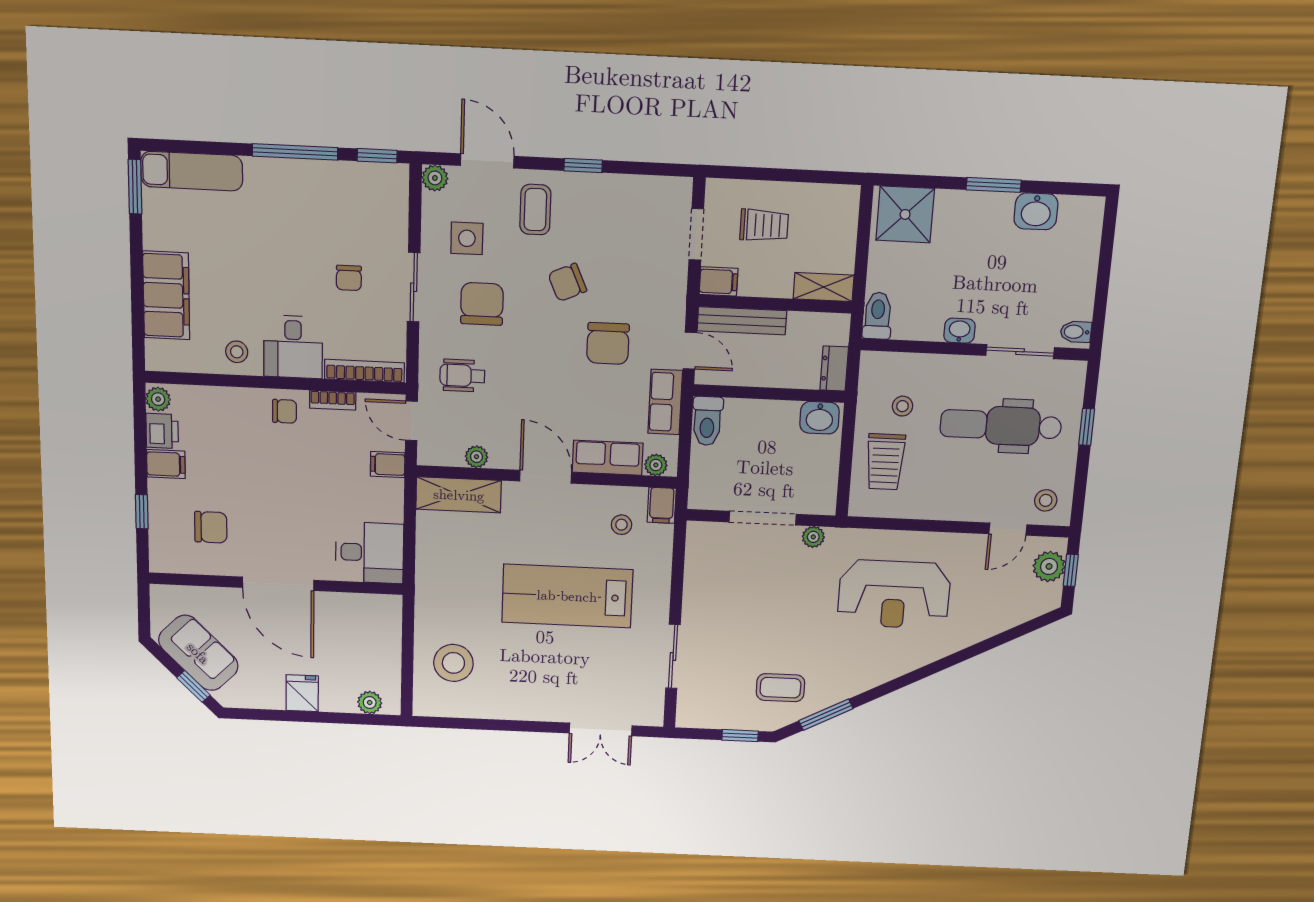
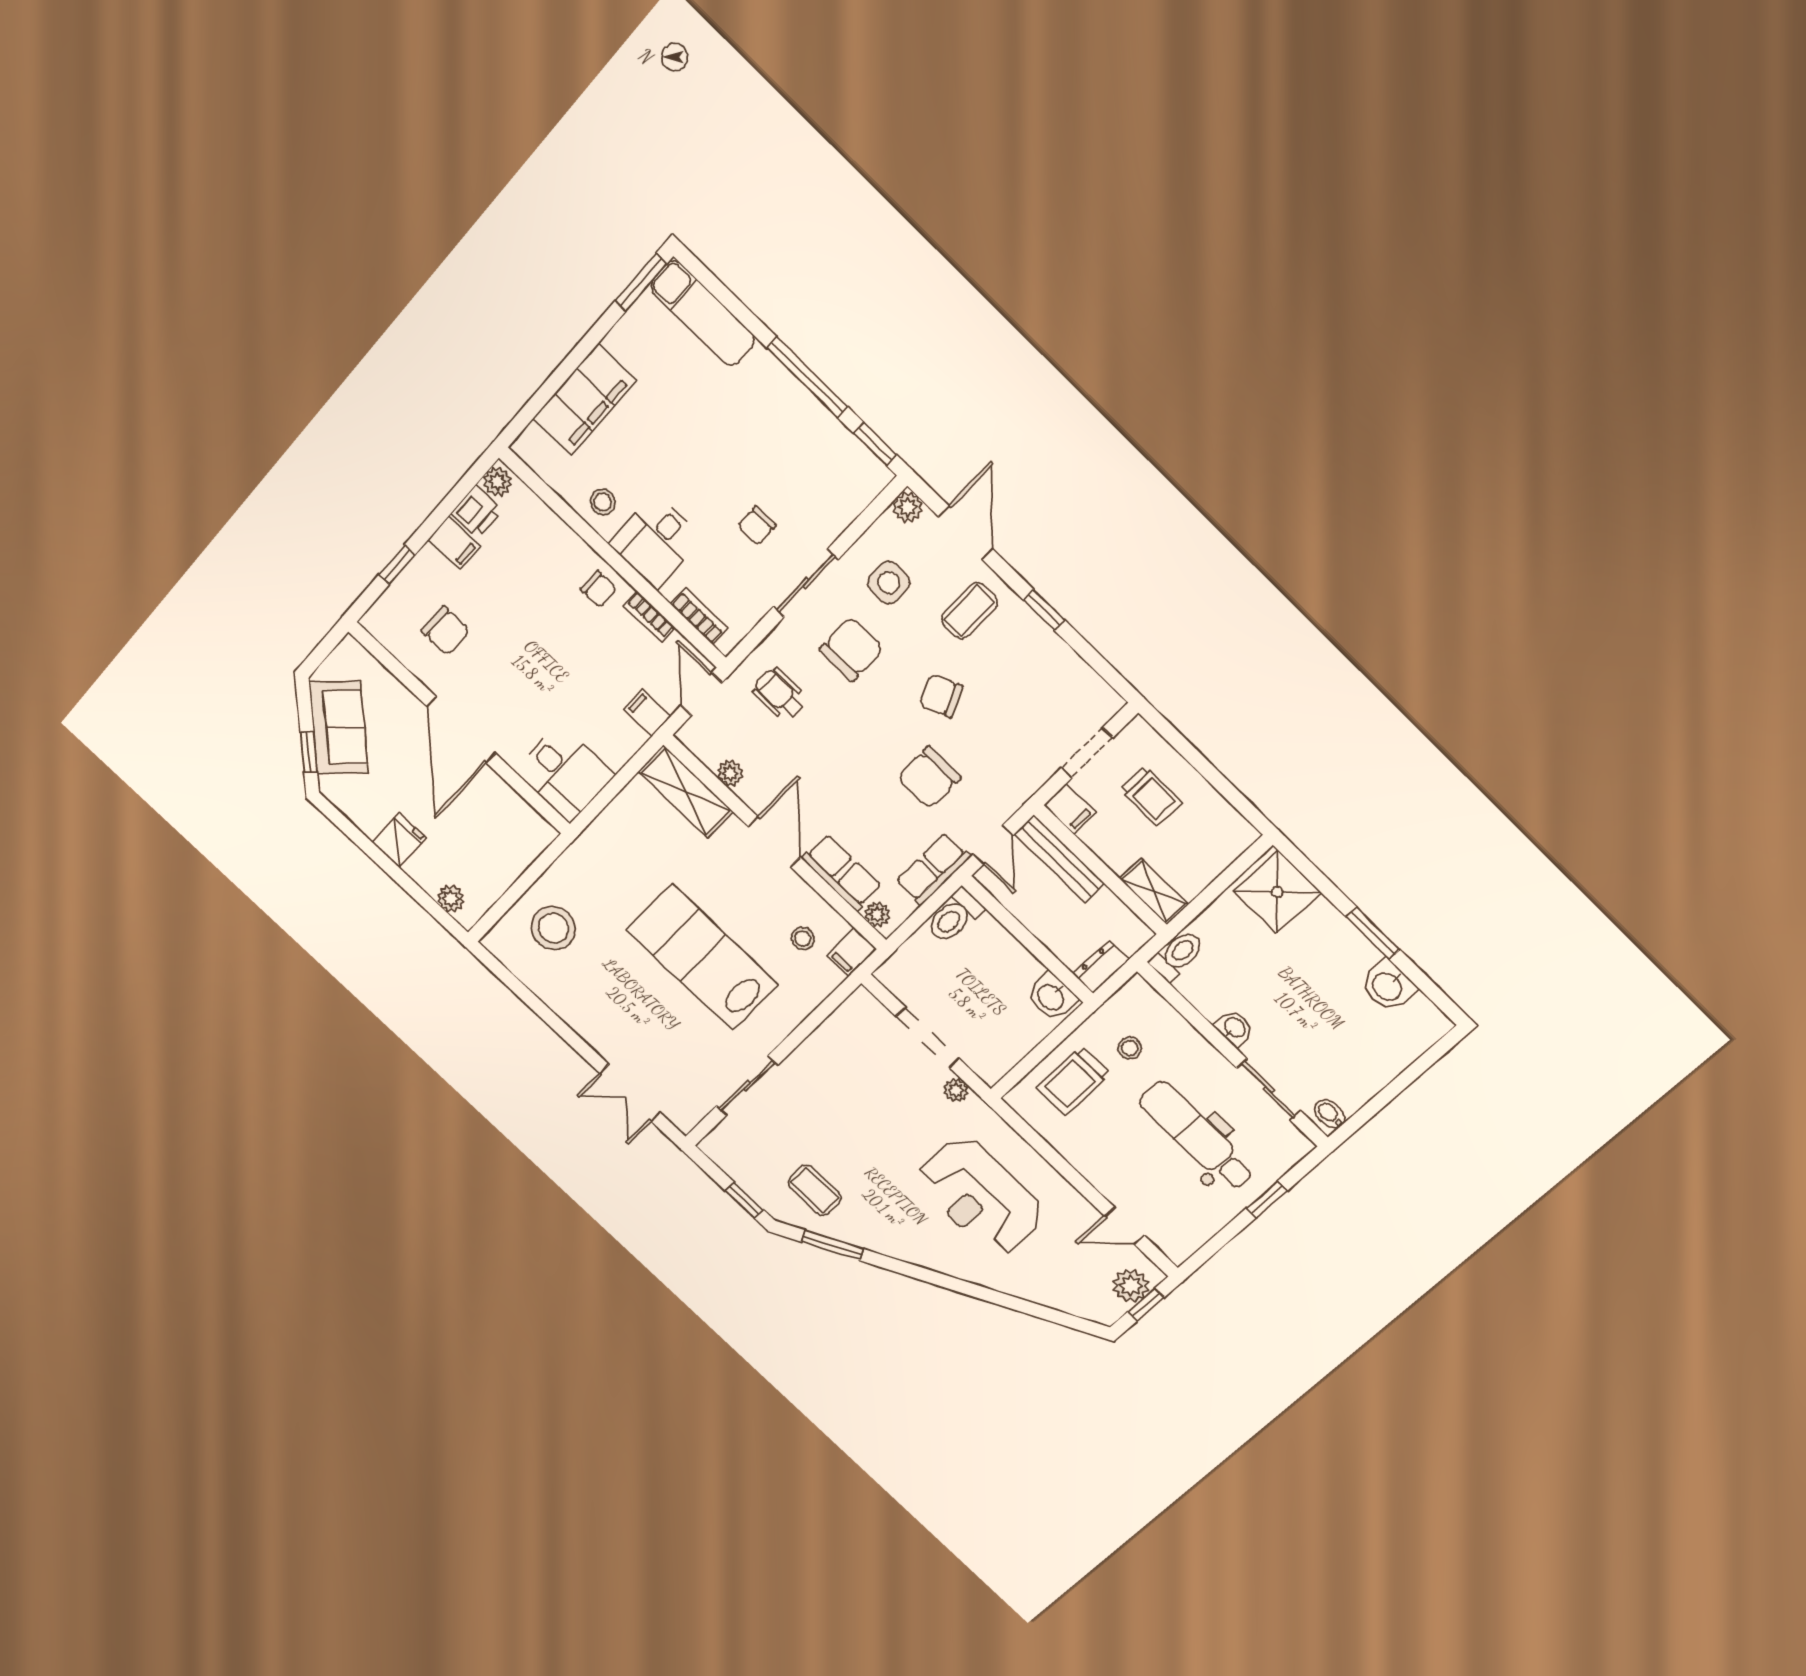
bookcase: (364, 371) -> (699, 616), width x0.64
stool: (1046, 500) -> (1178, 1230), removed

